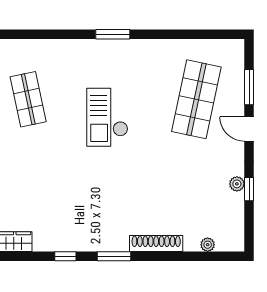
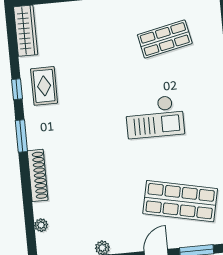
checkout: (107, 117) -> (155, 117), turned 180
rug: (65, 228) -> (44, 86), added

